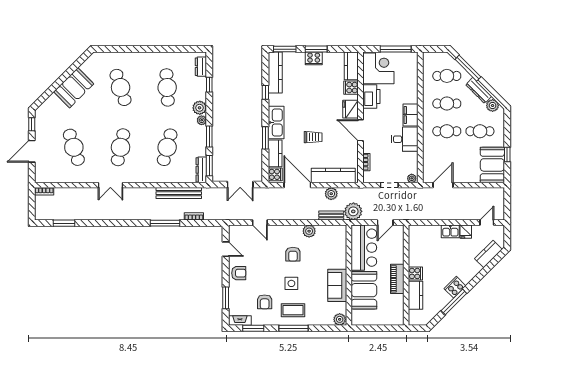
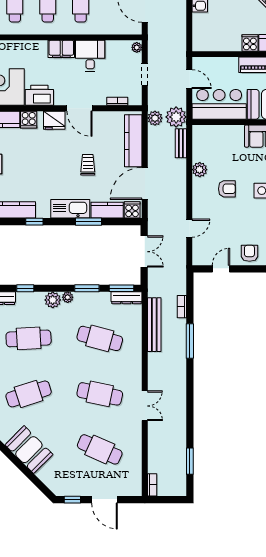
door: (361, 130) -> (80, 108), hinge flipped
cafe table: (74, 147) -> (100, 449), turned 42
plant: (331, 194) -> (155, 118), moved

